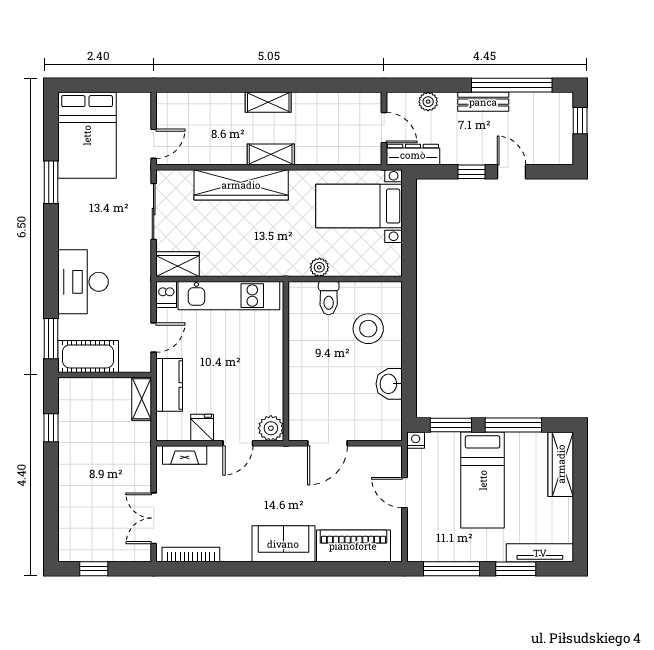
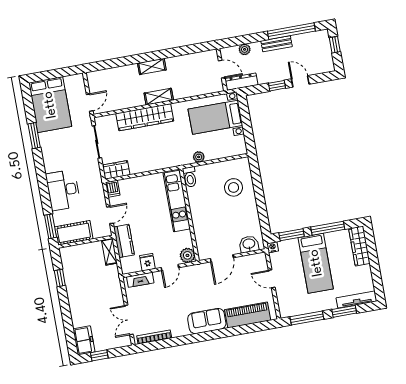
kitchen unit: (229, 296) -> (177, 201), moved, turned 90
toilet: (329, 298) -> (190, 177), moved
washbasin: (389, 384) -> (249, 244), moved, turned 90
freezer: (73, 539) -> (84, 340), added

